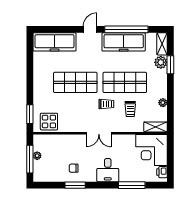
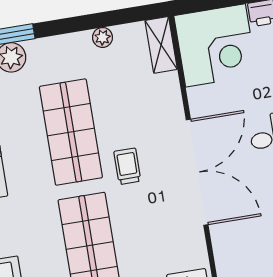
trolley: (130, 109) -> (130, 110), removed
double door: (99, 133) -> (197, 172), width x1.87

